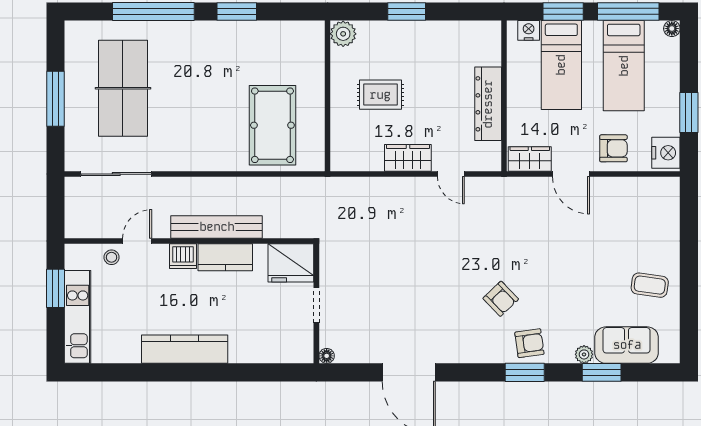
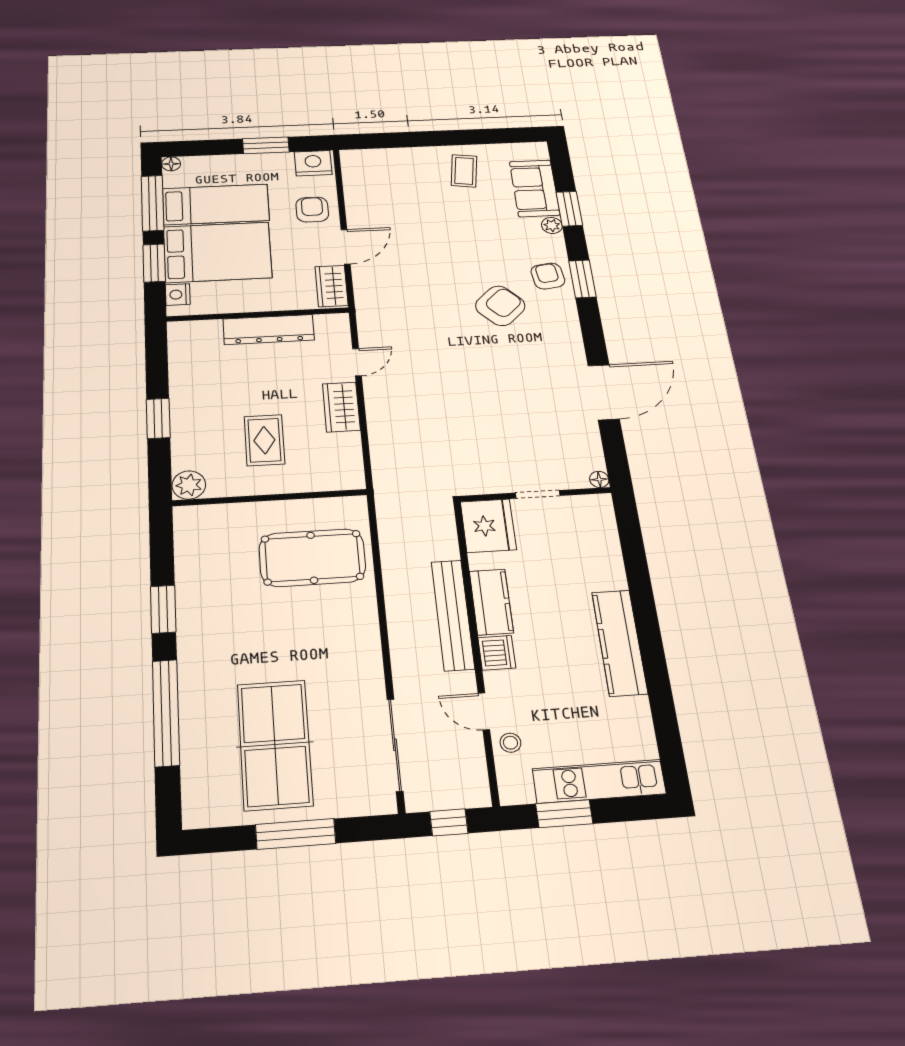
bed: (561, 65) -> (217, 252), width x1.50
table tennis table: (123, 88) -> (275, 744), turned 90
window: (56, 206) -> (449, 822), added
armchair: (501, 299) -> (500, 306), width x1.38, depth x1.38

